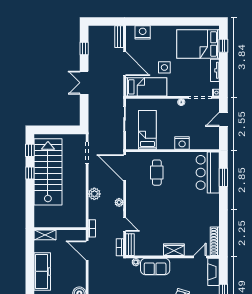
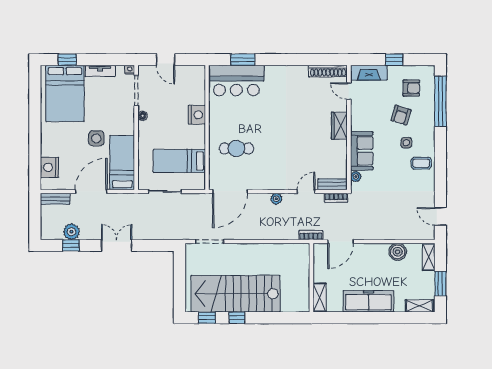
double door: (84, 83) -> (117, 245), swing flipped
plant: (94, 194) -> (71, 232), moved

